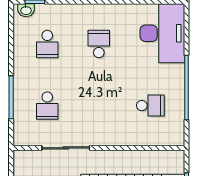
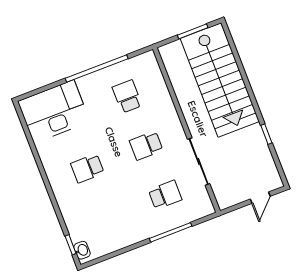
school desk: (47, 44) -> (146, 146), moved, turned 180

